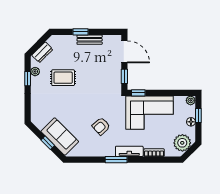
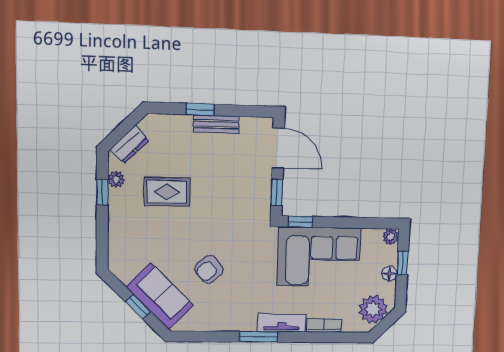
armchair: (101, 126) -> (209, 269), moved

